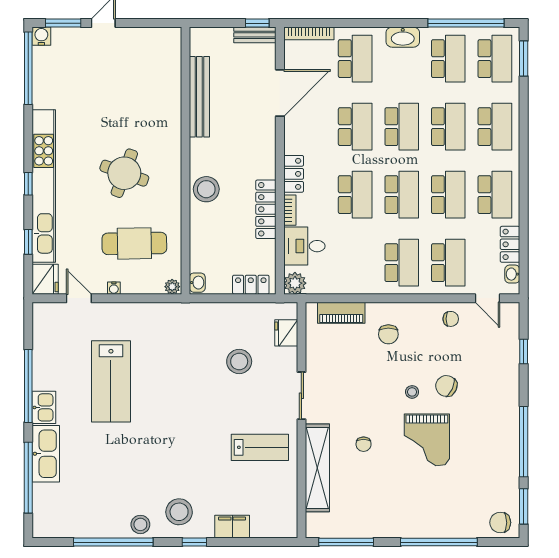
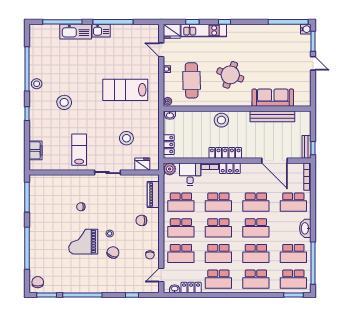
sofa: (166, 96) -> (273, 98), added
kitchen unit: (44, 186) -> (204, 30), width x0.54
locker: (266, 209) -> (225, 153), moved
school desk: (355, 263) -> (181, 202), added
door: (79, 298) -> (161, 50), swing flipped
lab bench: (111, 381) -> (125, 90), moved
lab bench: (260, 447) -> (79, 150), turned 180
shelving: (317, 468) -> (68, 181), removed
stool: (179, 512) -> (64, 102), moved
filing cabinet: (232, 527) -> (35, 150), moved

